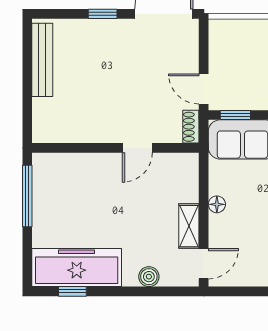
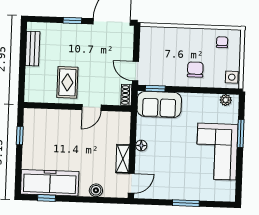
bench: (42, 60) -> (33, 49), width x0.73
rug: (98, 110) -> (67, 82), added
window: (27, 196) -> (20, 136), width x0.46

